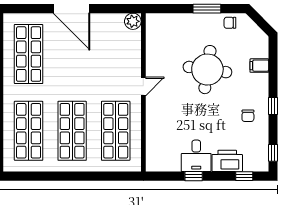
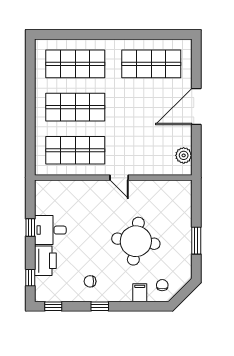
plant: (133, 21) -> (184, 155), moved
chair: (230, 23) -> (162, 285), moved

